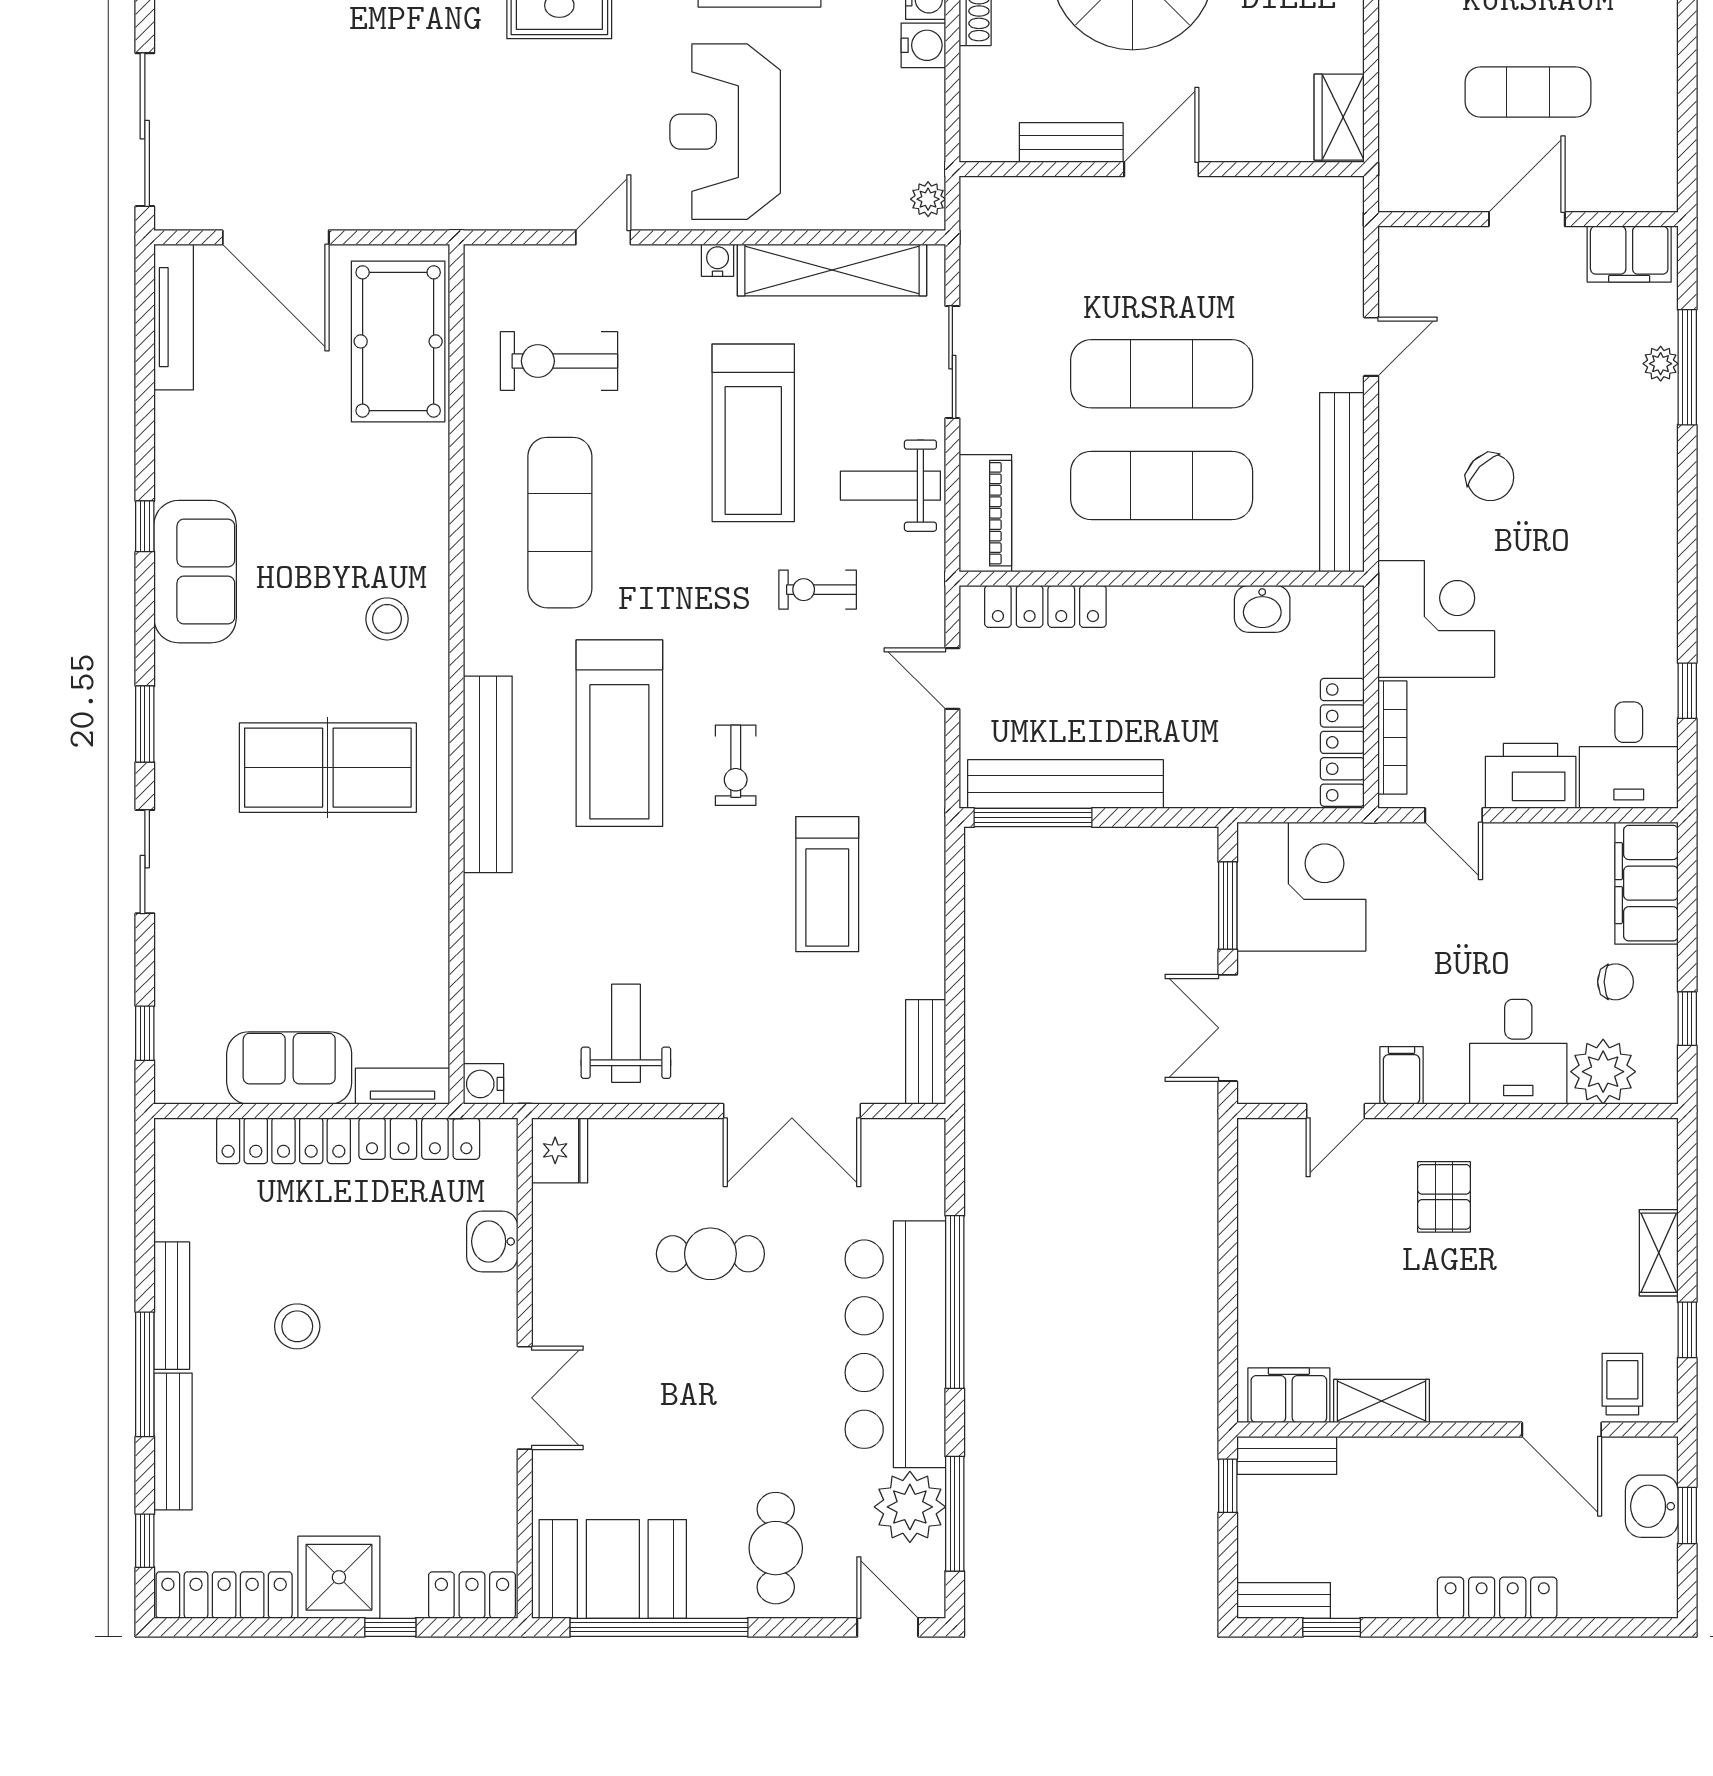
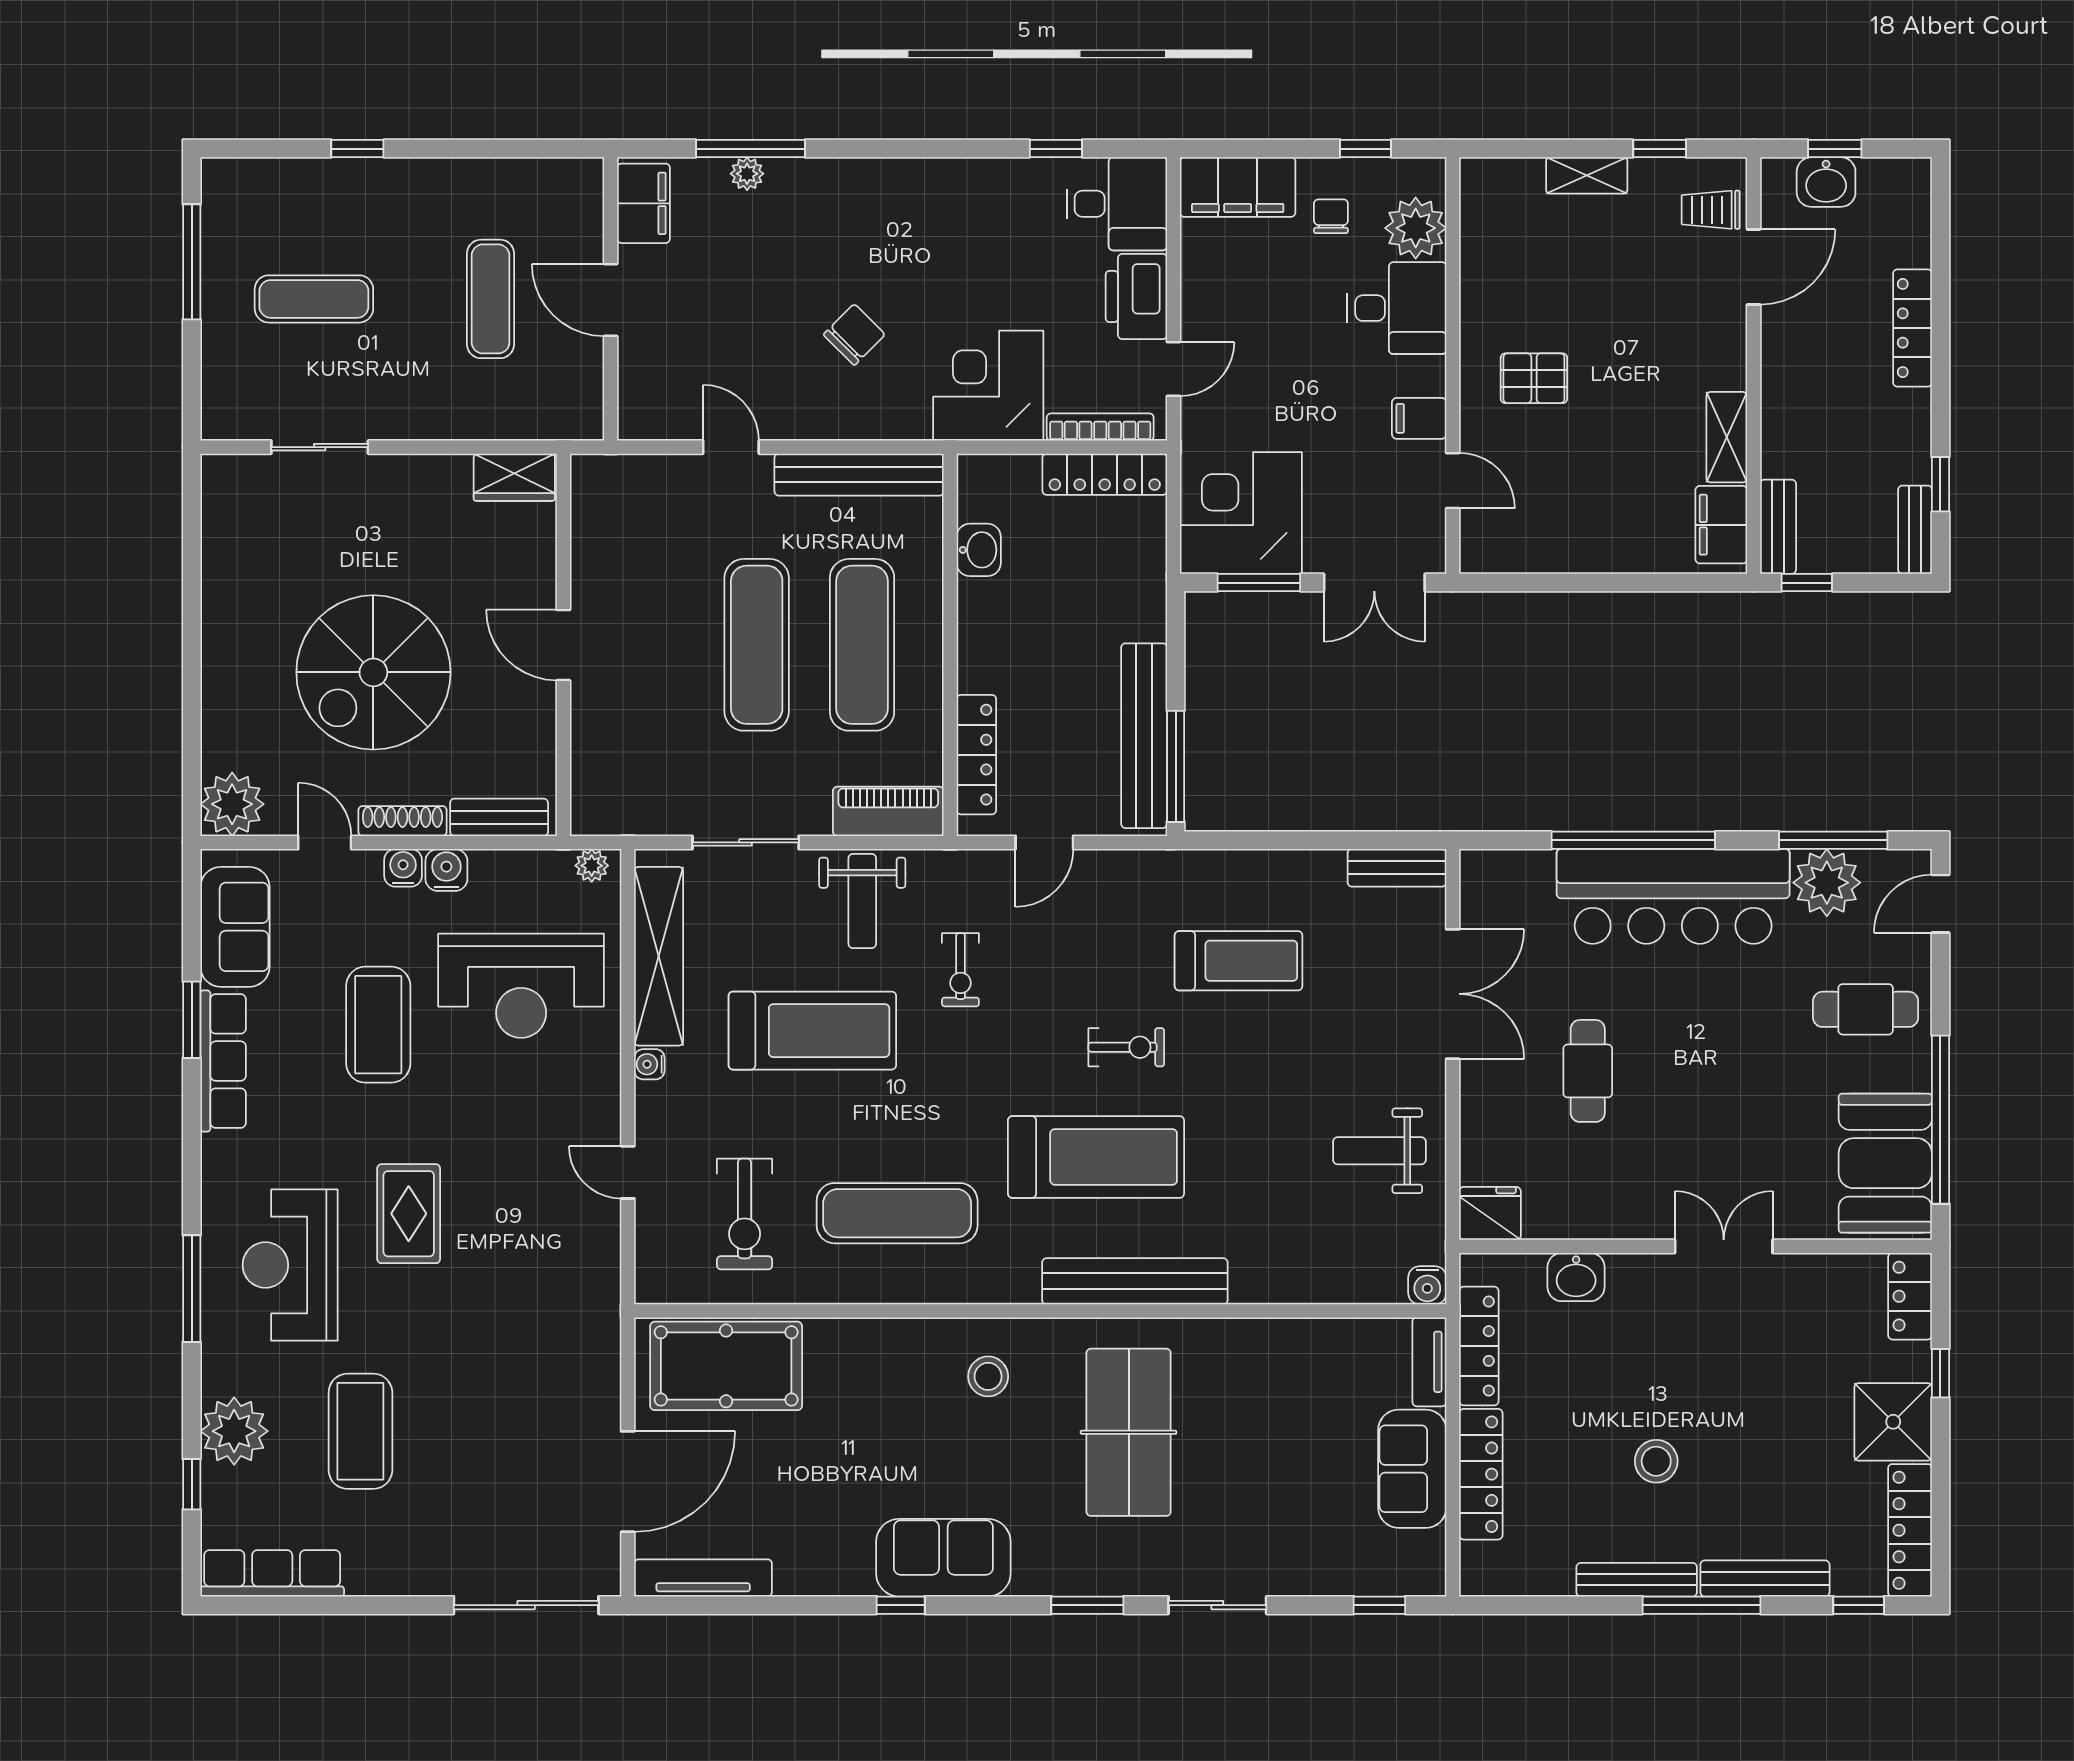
reception desk: (725, 132) -> (521, 986), moved
bench: (1071, 142) -> (499, 817), moved, turned 90

